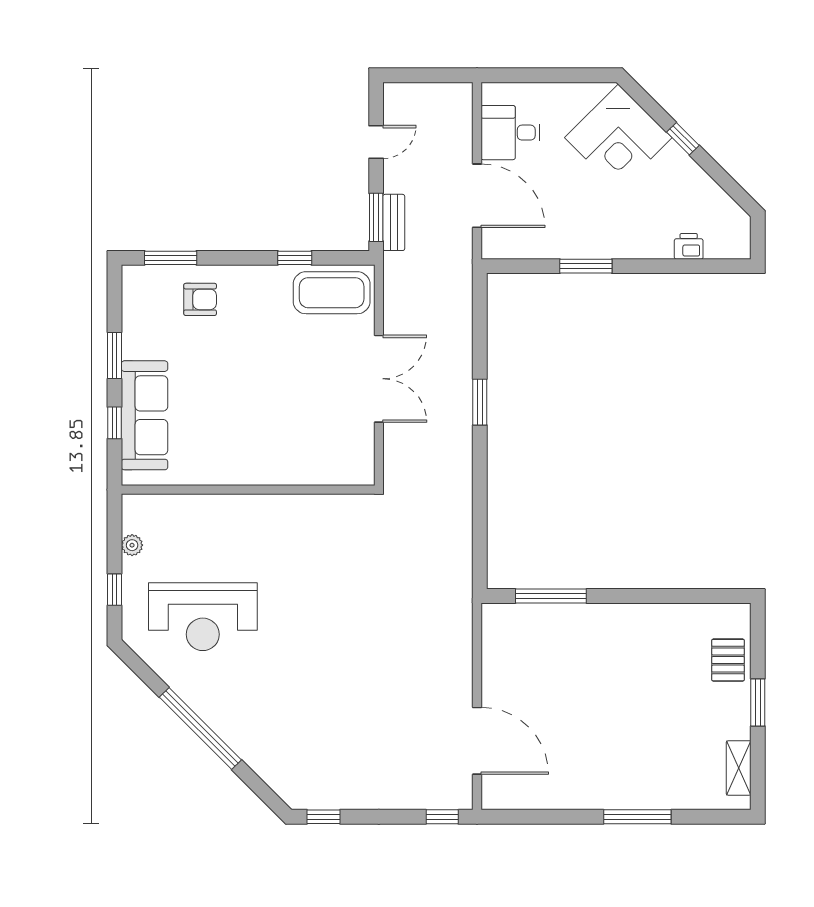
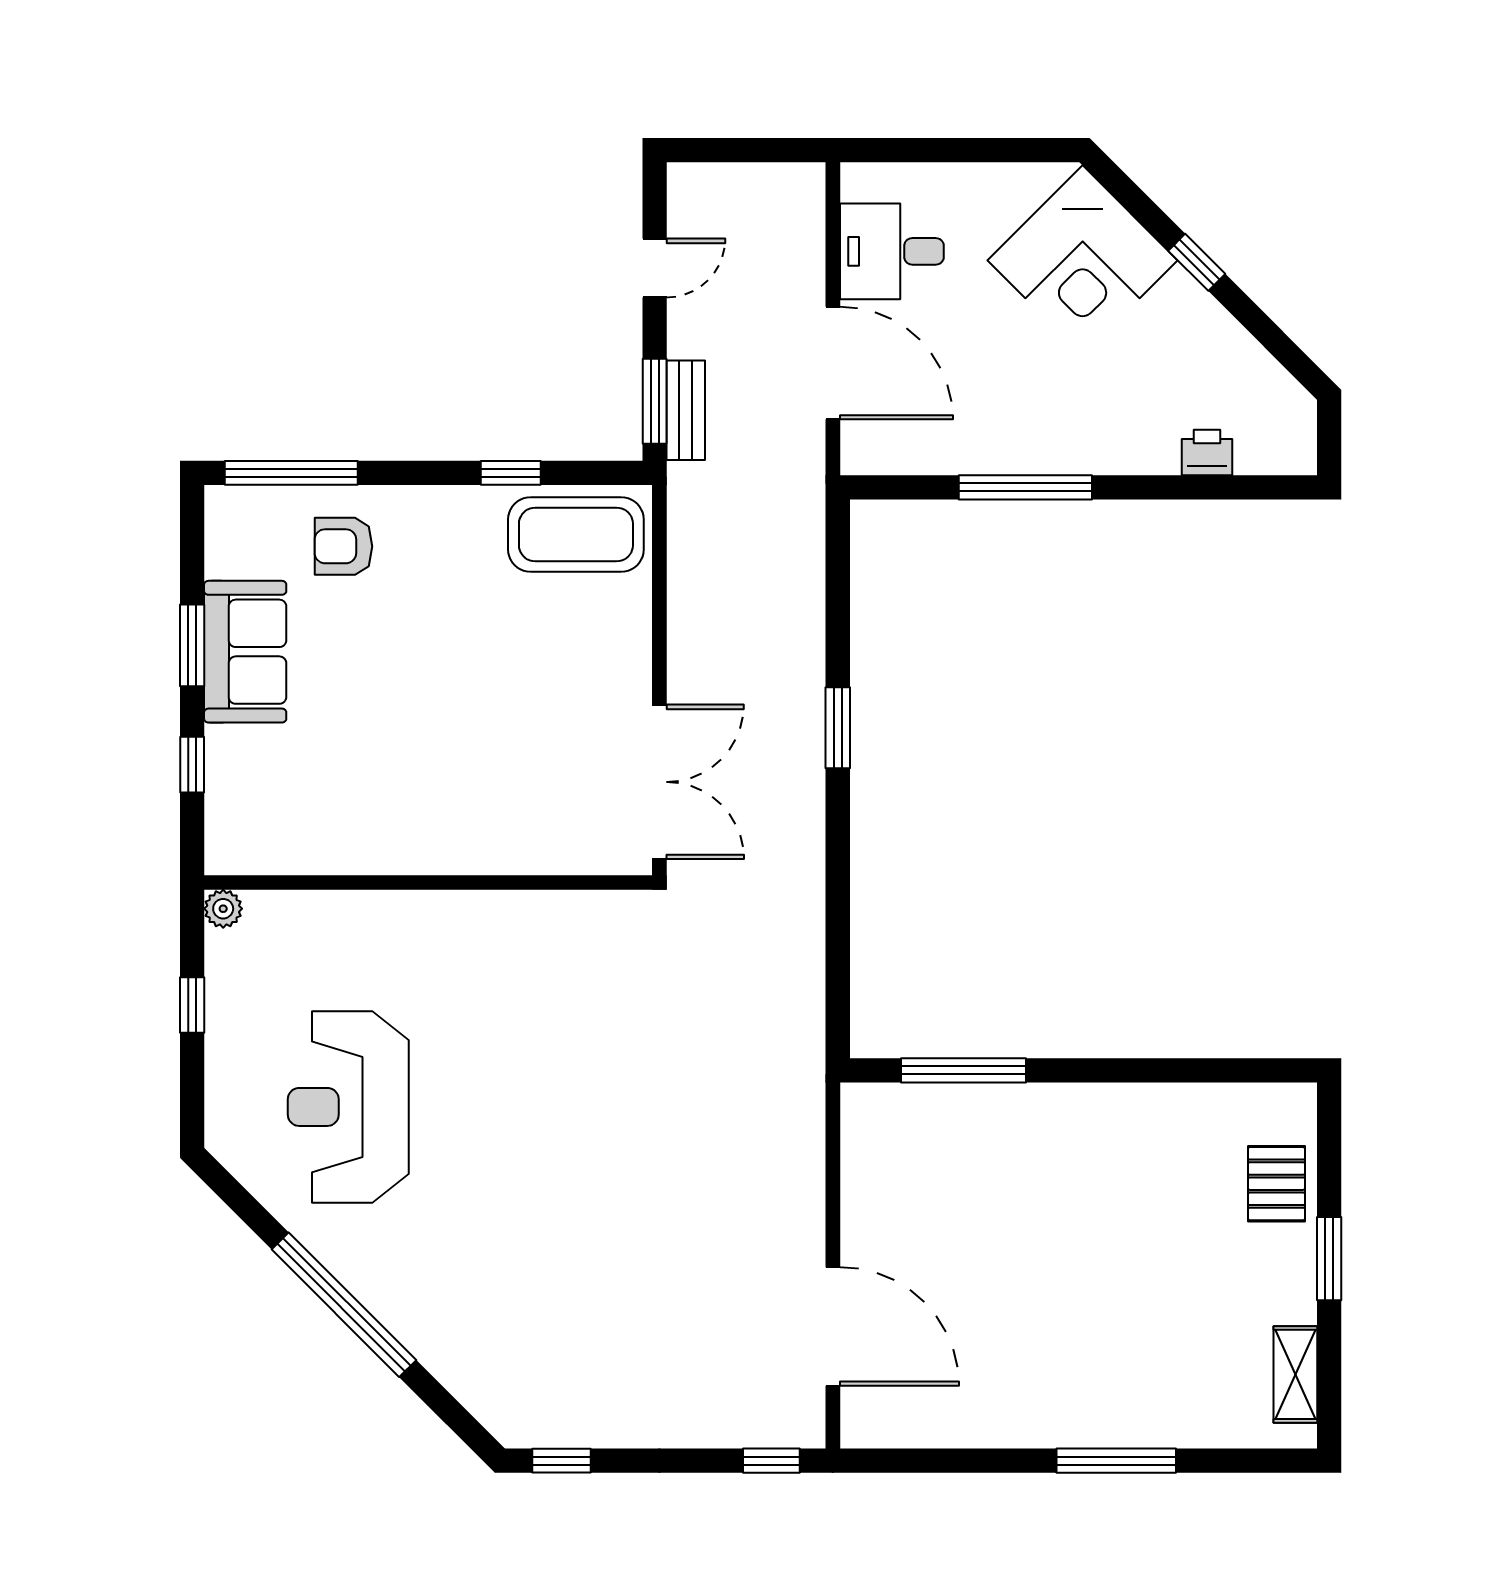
window: (171, 258) -> (291, 473), width x1.44
window: (586, 266) -> (1025, 487), width x1.44
armchair: (200, 299) -> (343, 546), turned 180
double door: (379, 379) -> (659, 782), moved
sofa: (145, 415) -> (245, 652), moved, width x0.73
plant: (132, 545) -> (223, 909), moved
window: (114, 590) -> (192, 1005), moved
reception desk: (203, 617) -> (348, 1107), turned 90

